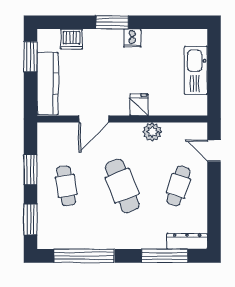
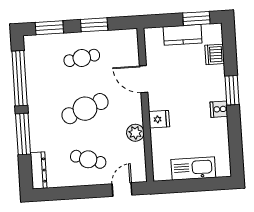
kitchen counter: (48, 83) -> (183, 35), width x0.67
window: (165, 256) -> (23, 134), moved

